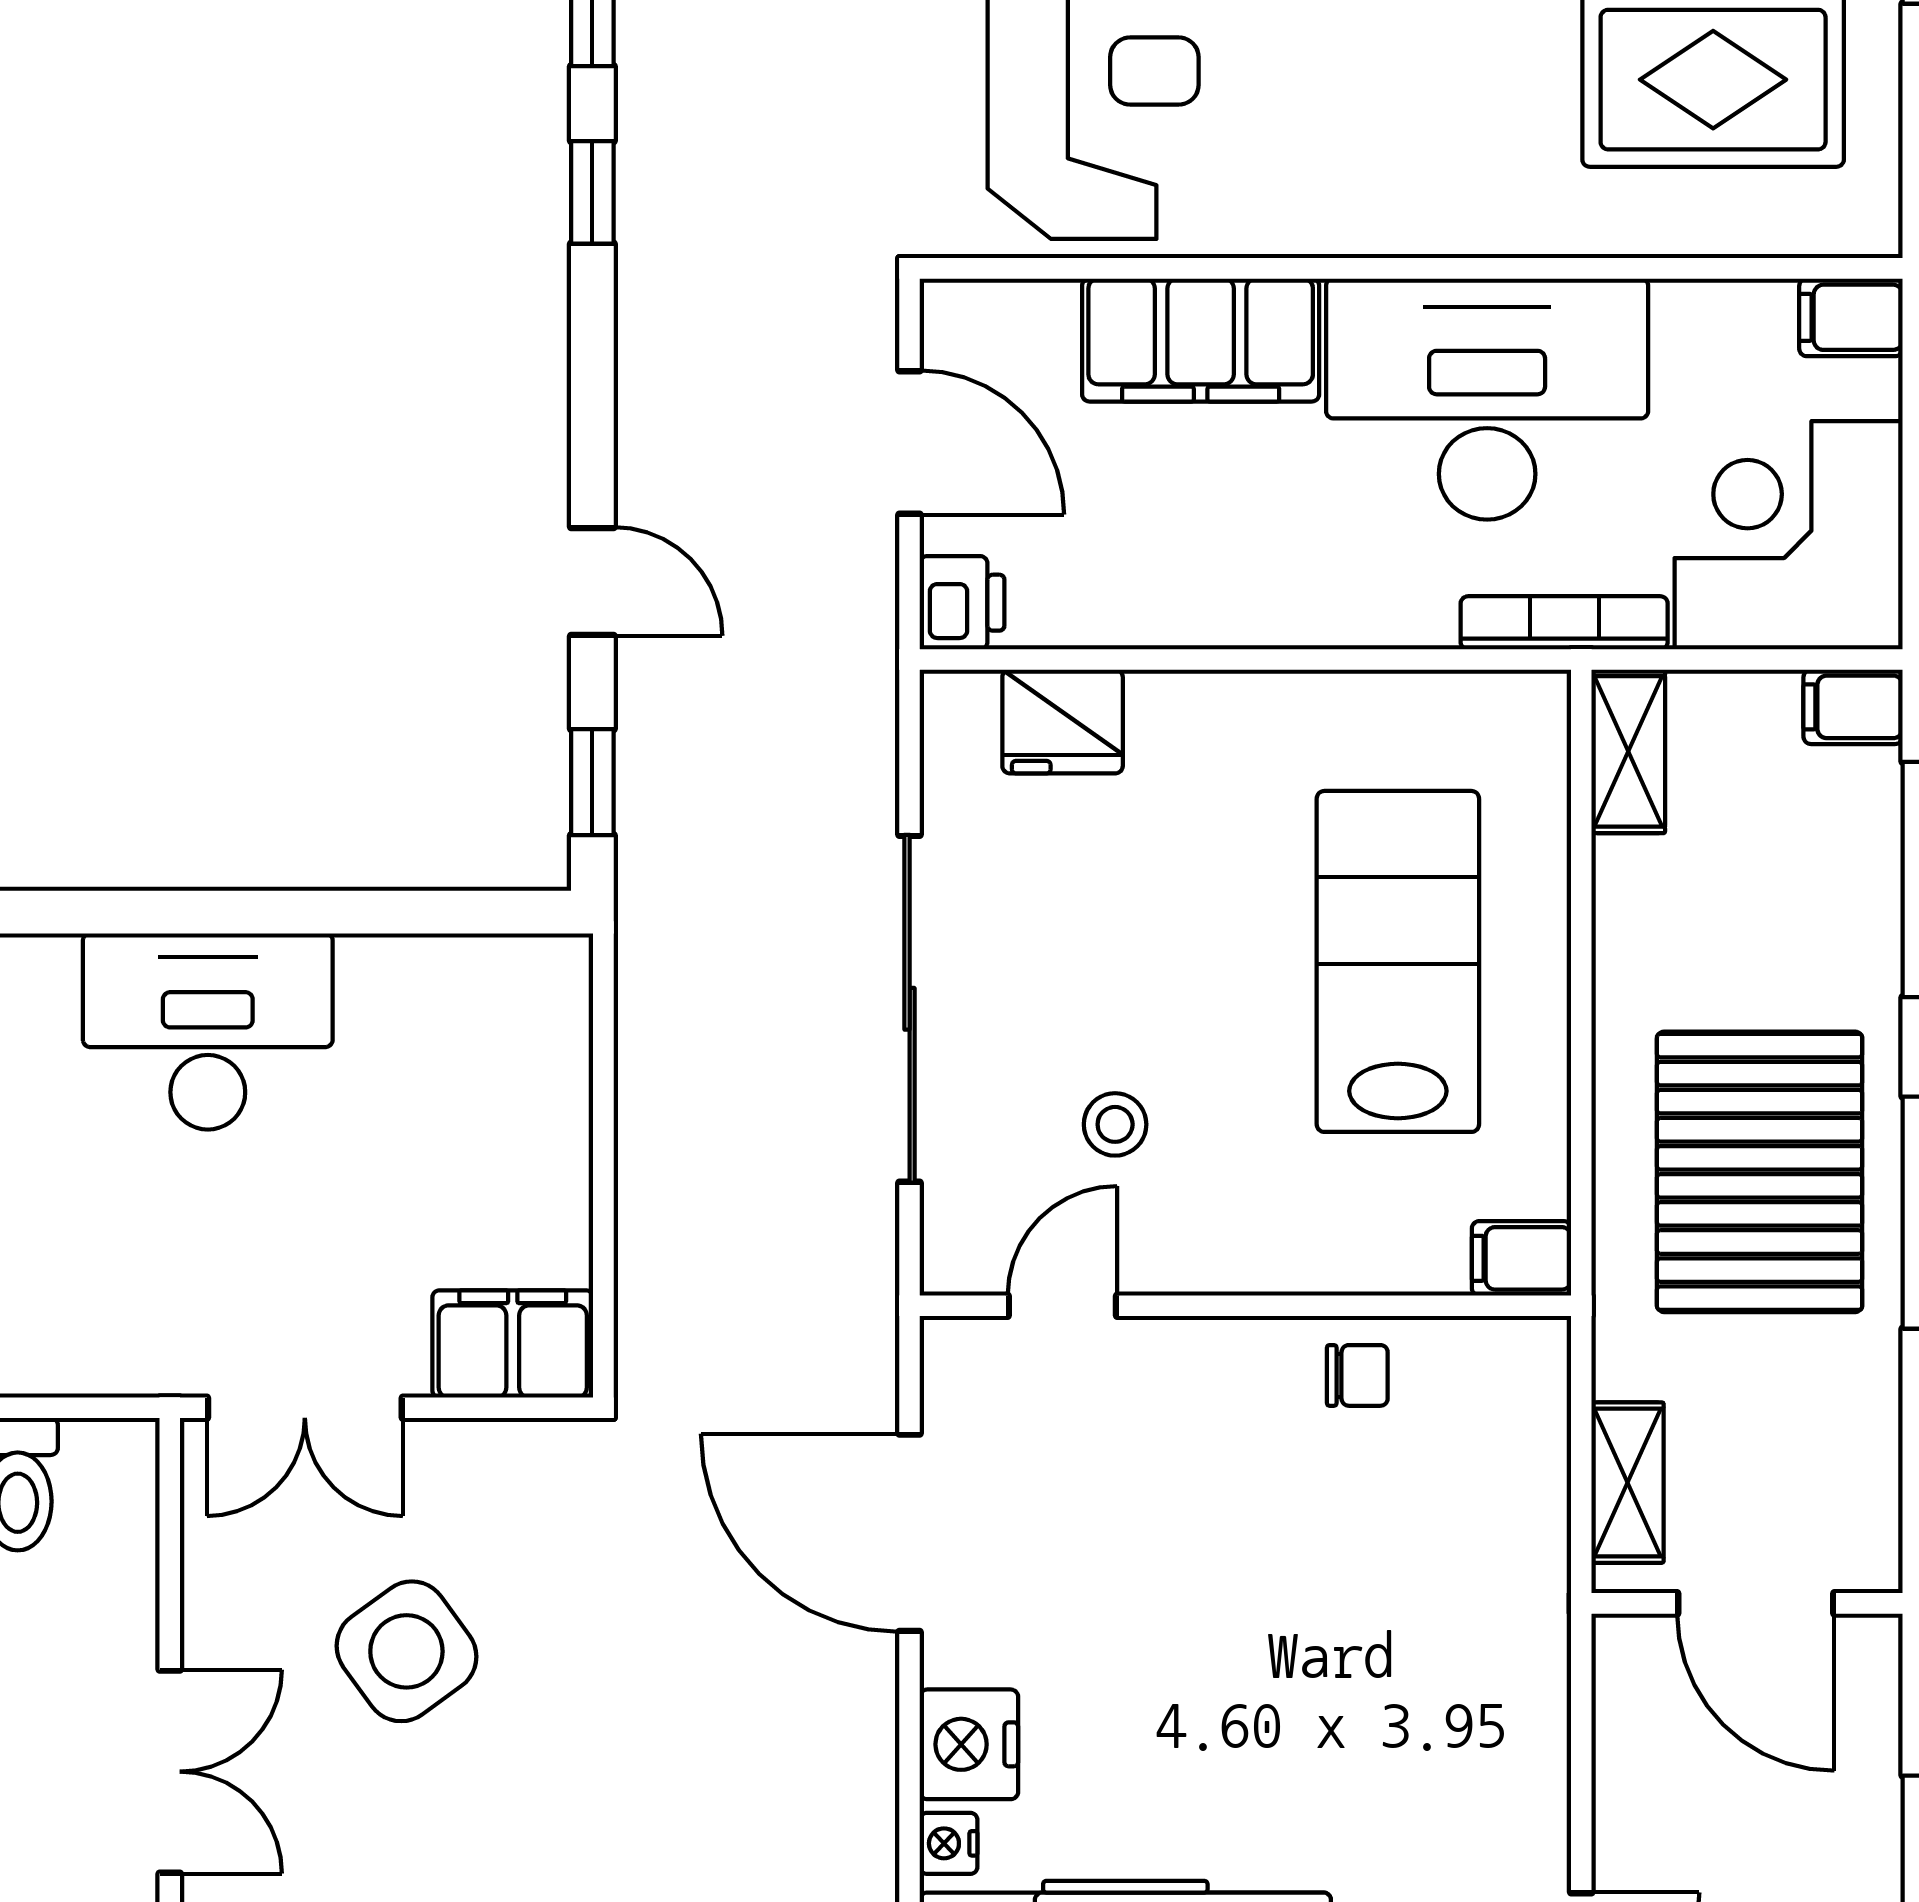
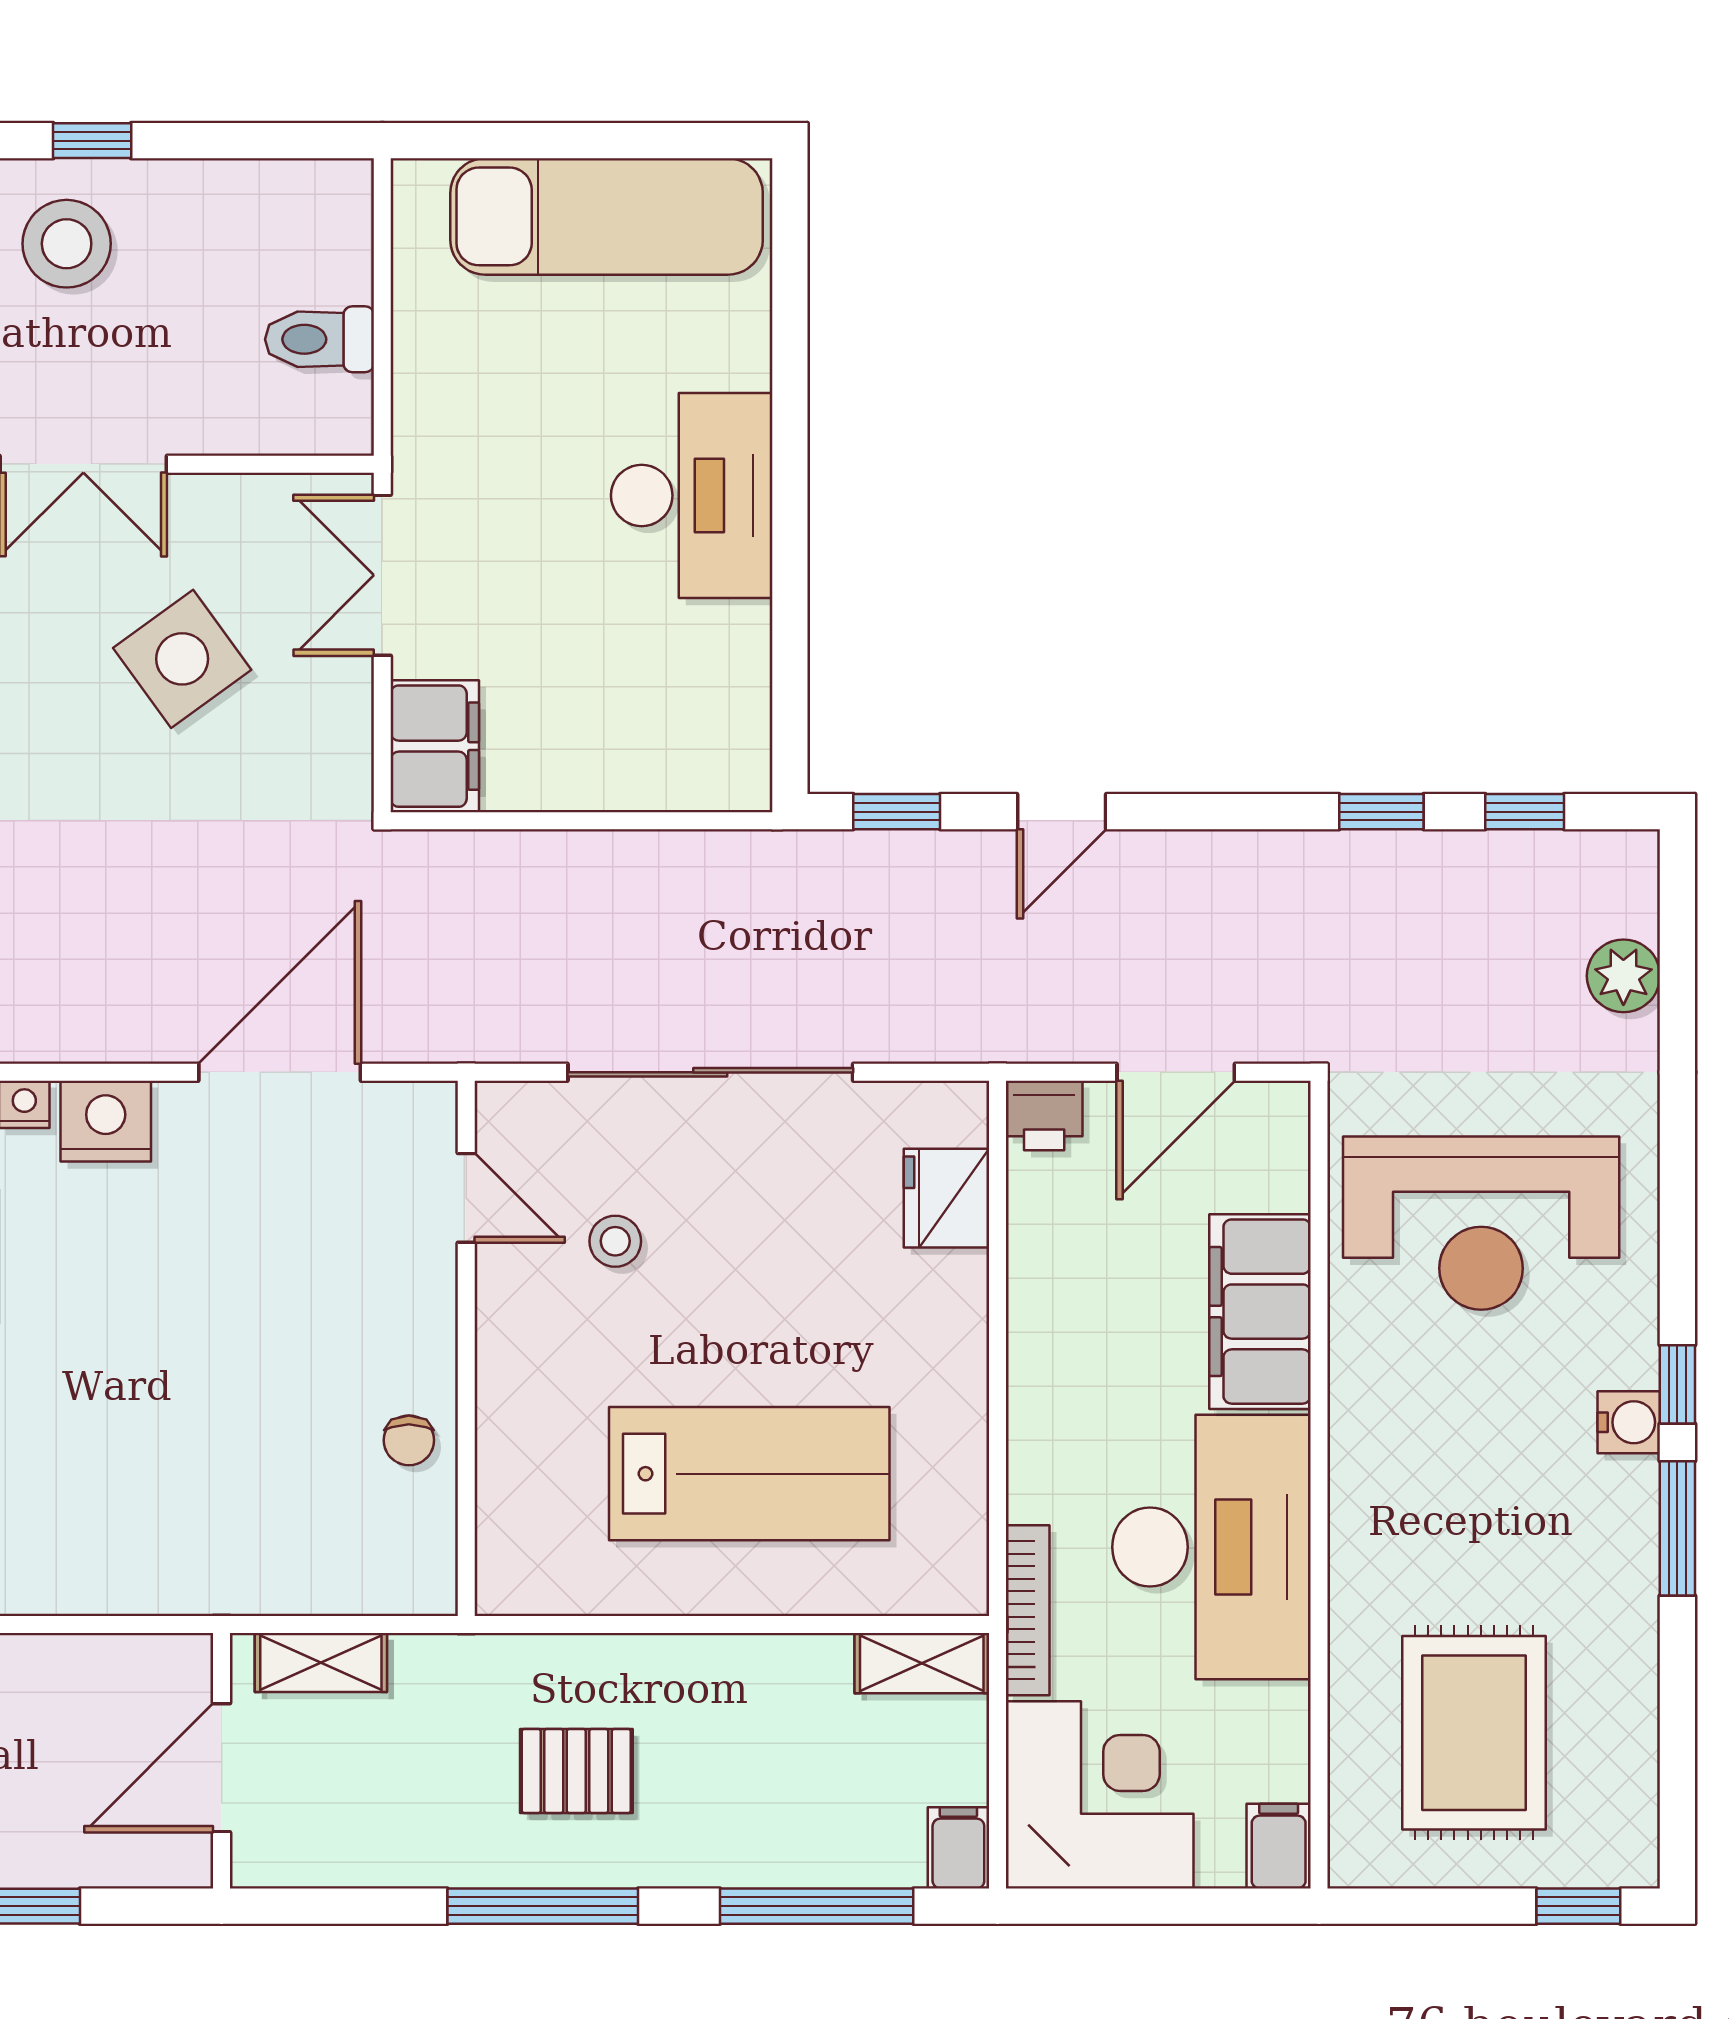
pallet: (1760, 1172) -> (576, 1771), width x0.49, depth x0.50
filing cabinet: (1521, 1258) -> (505, 1575), removed

